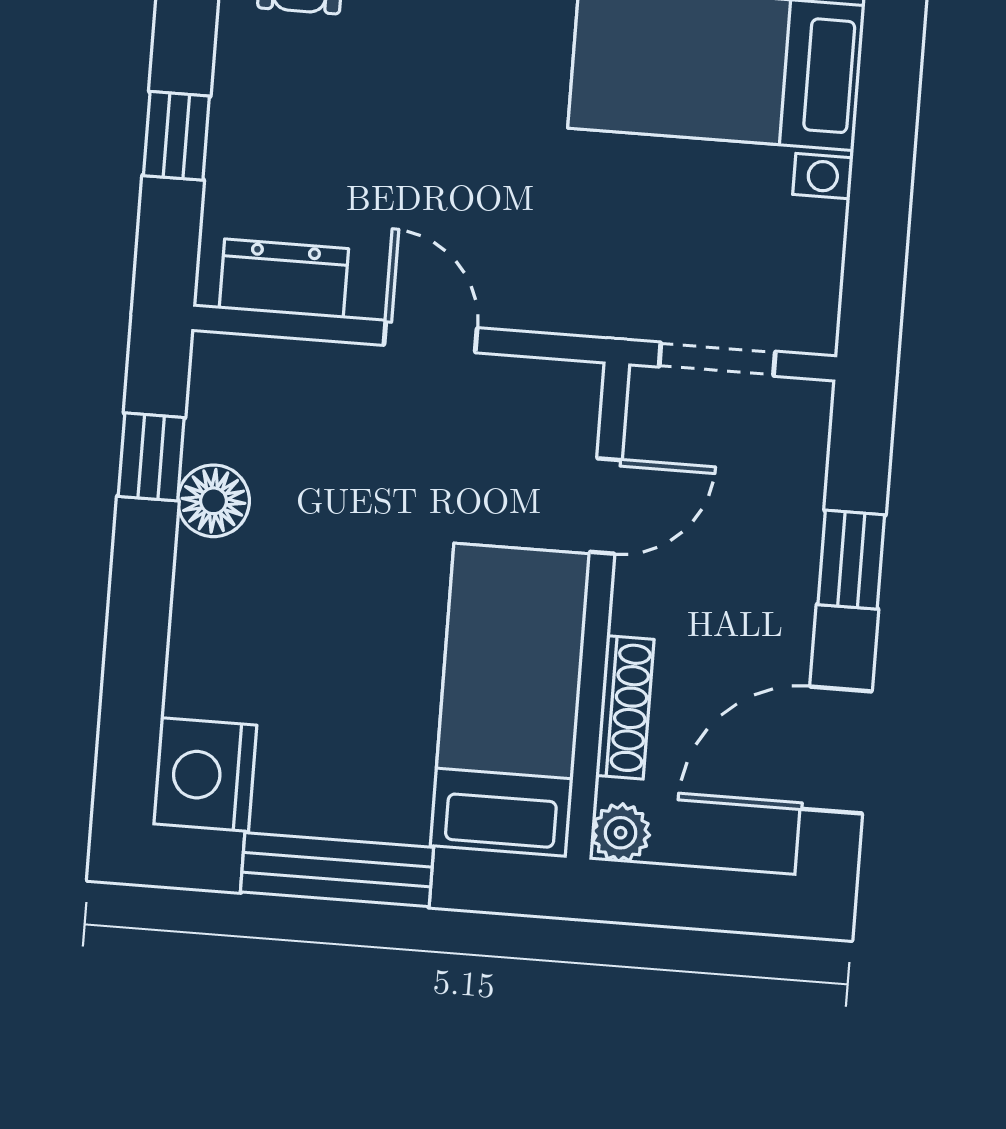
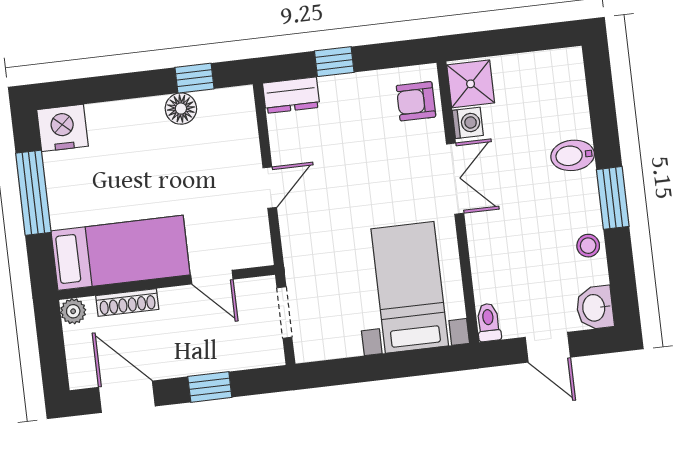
dresser: (284, 279) -> (291, 95), moved, turned 90

